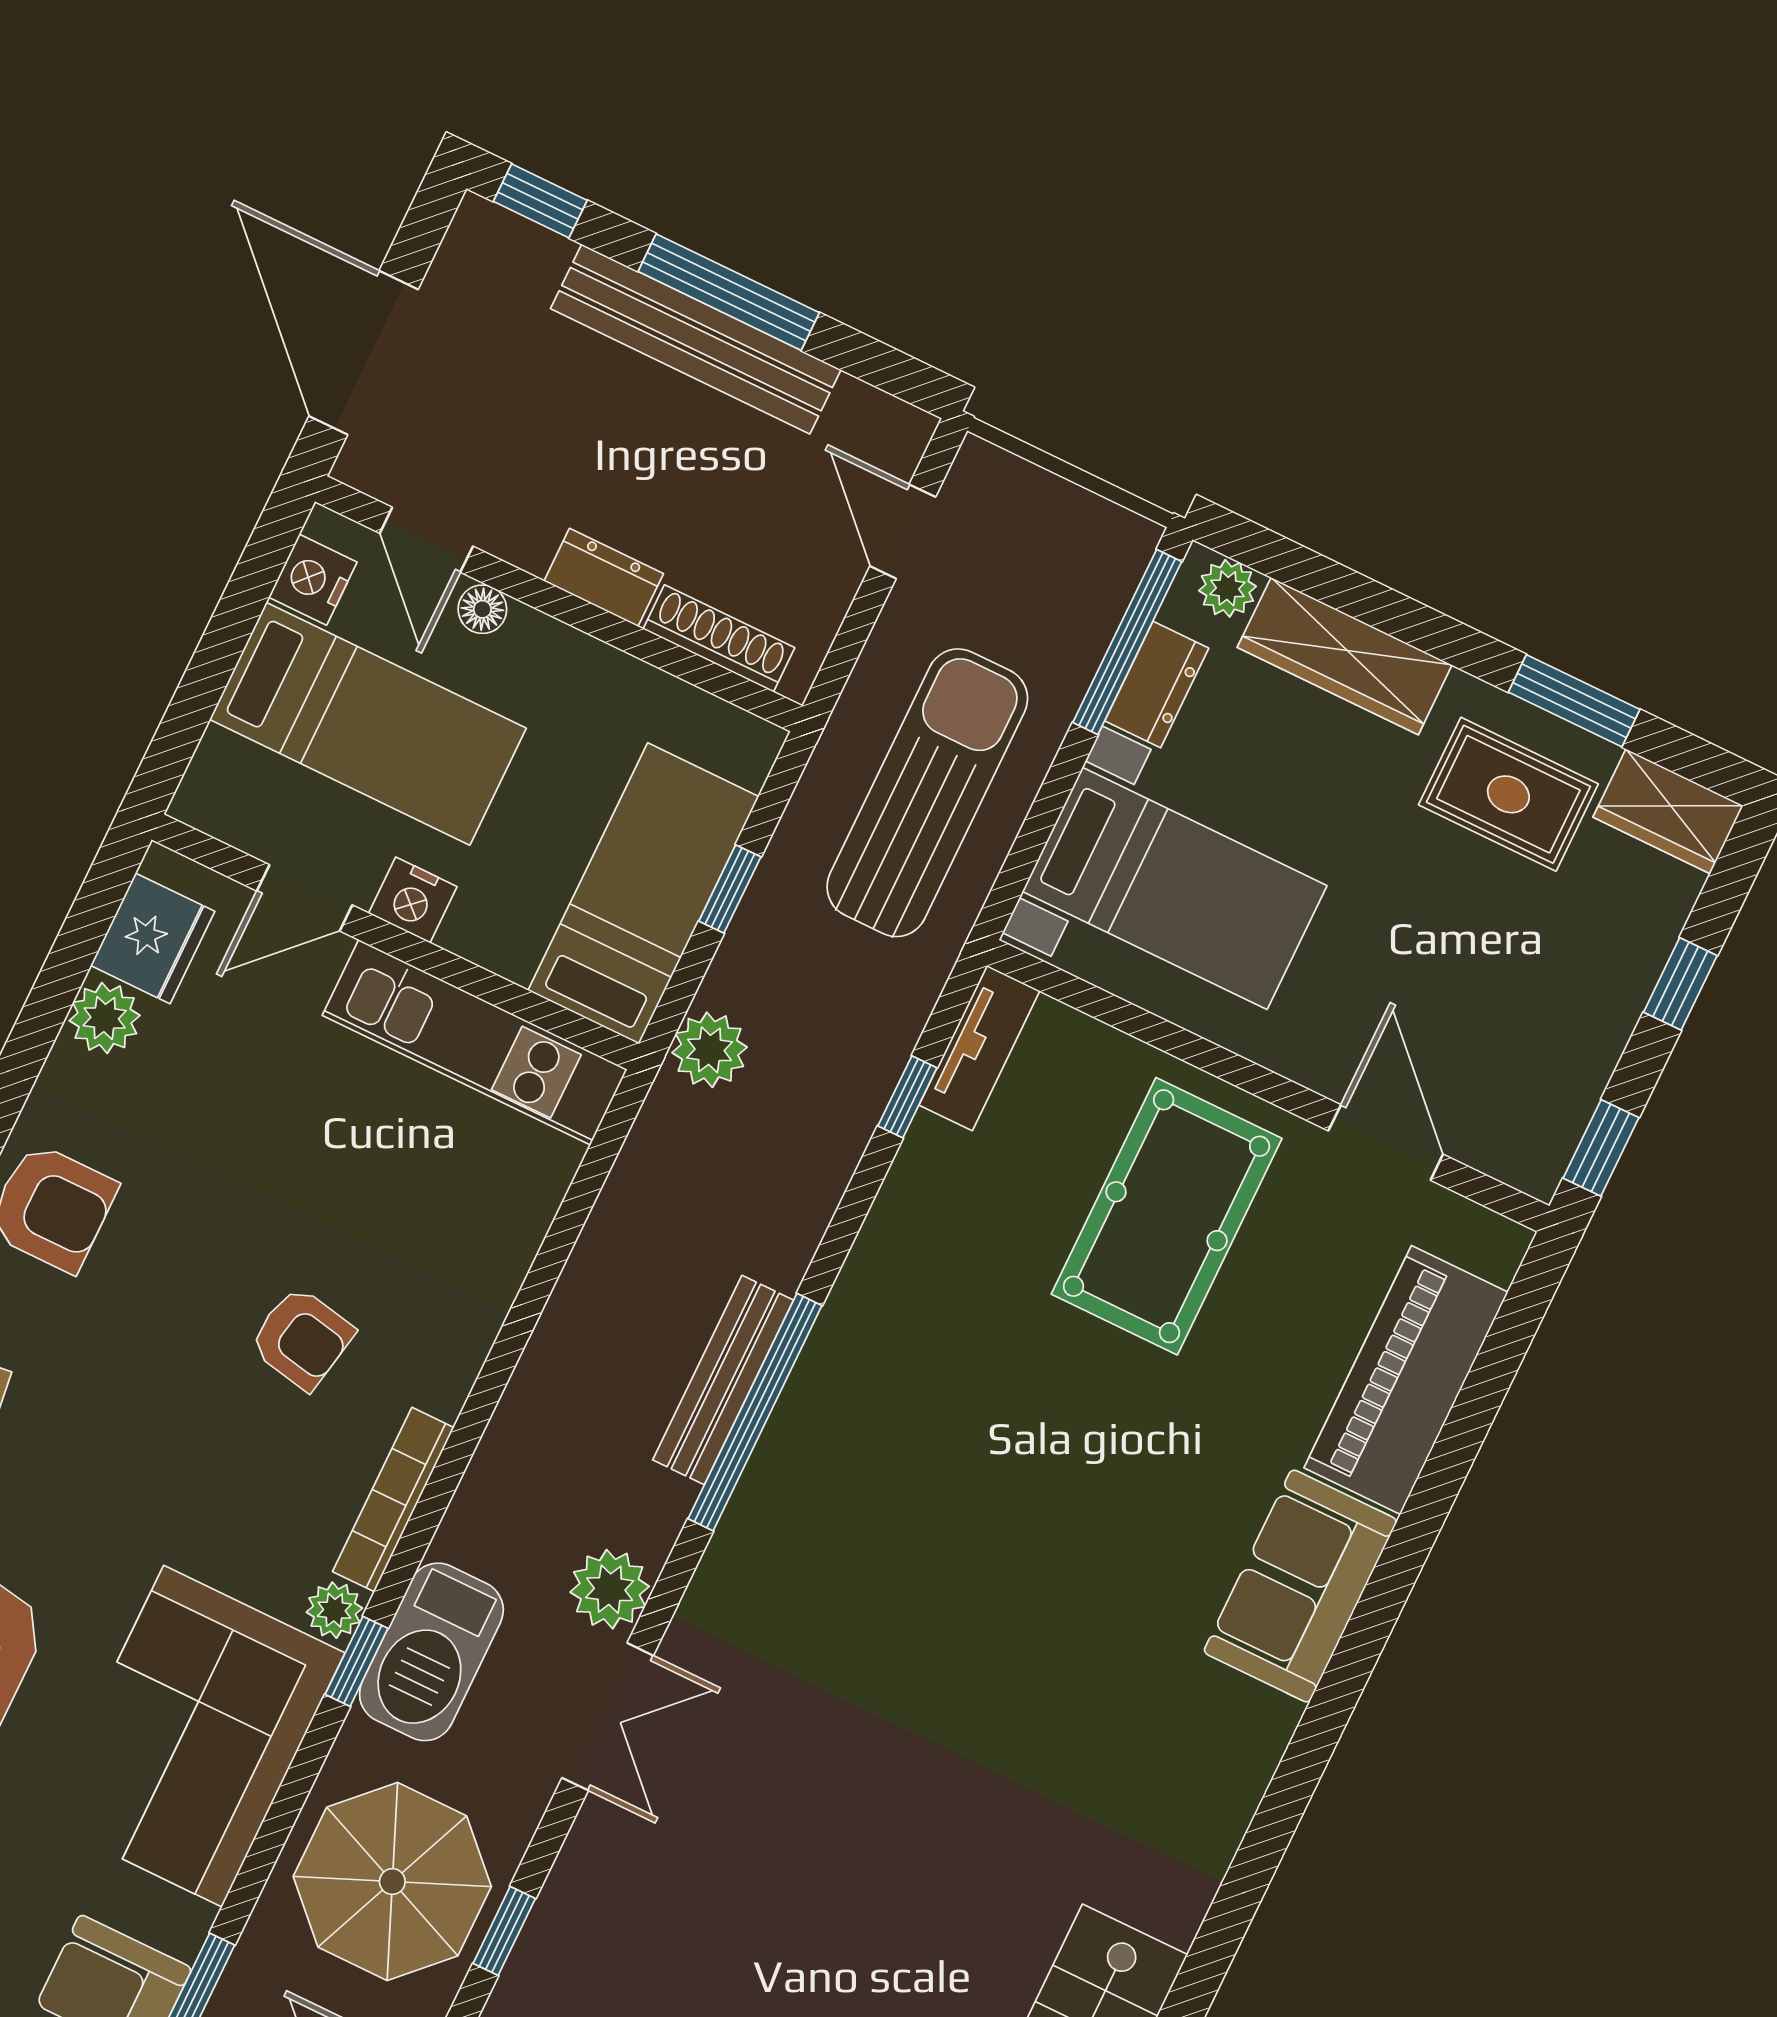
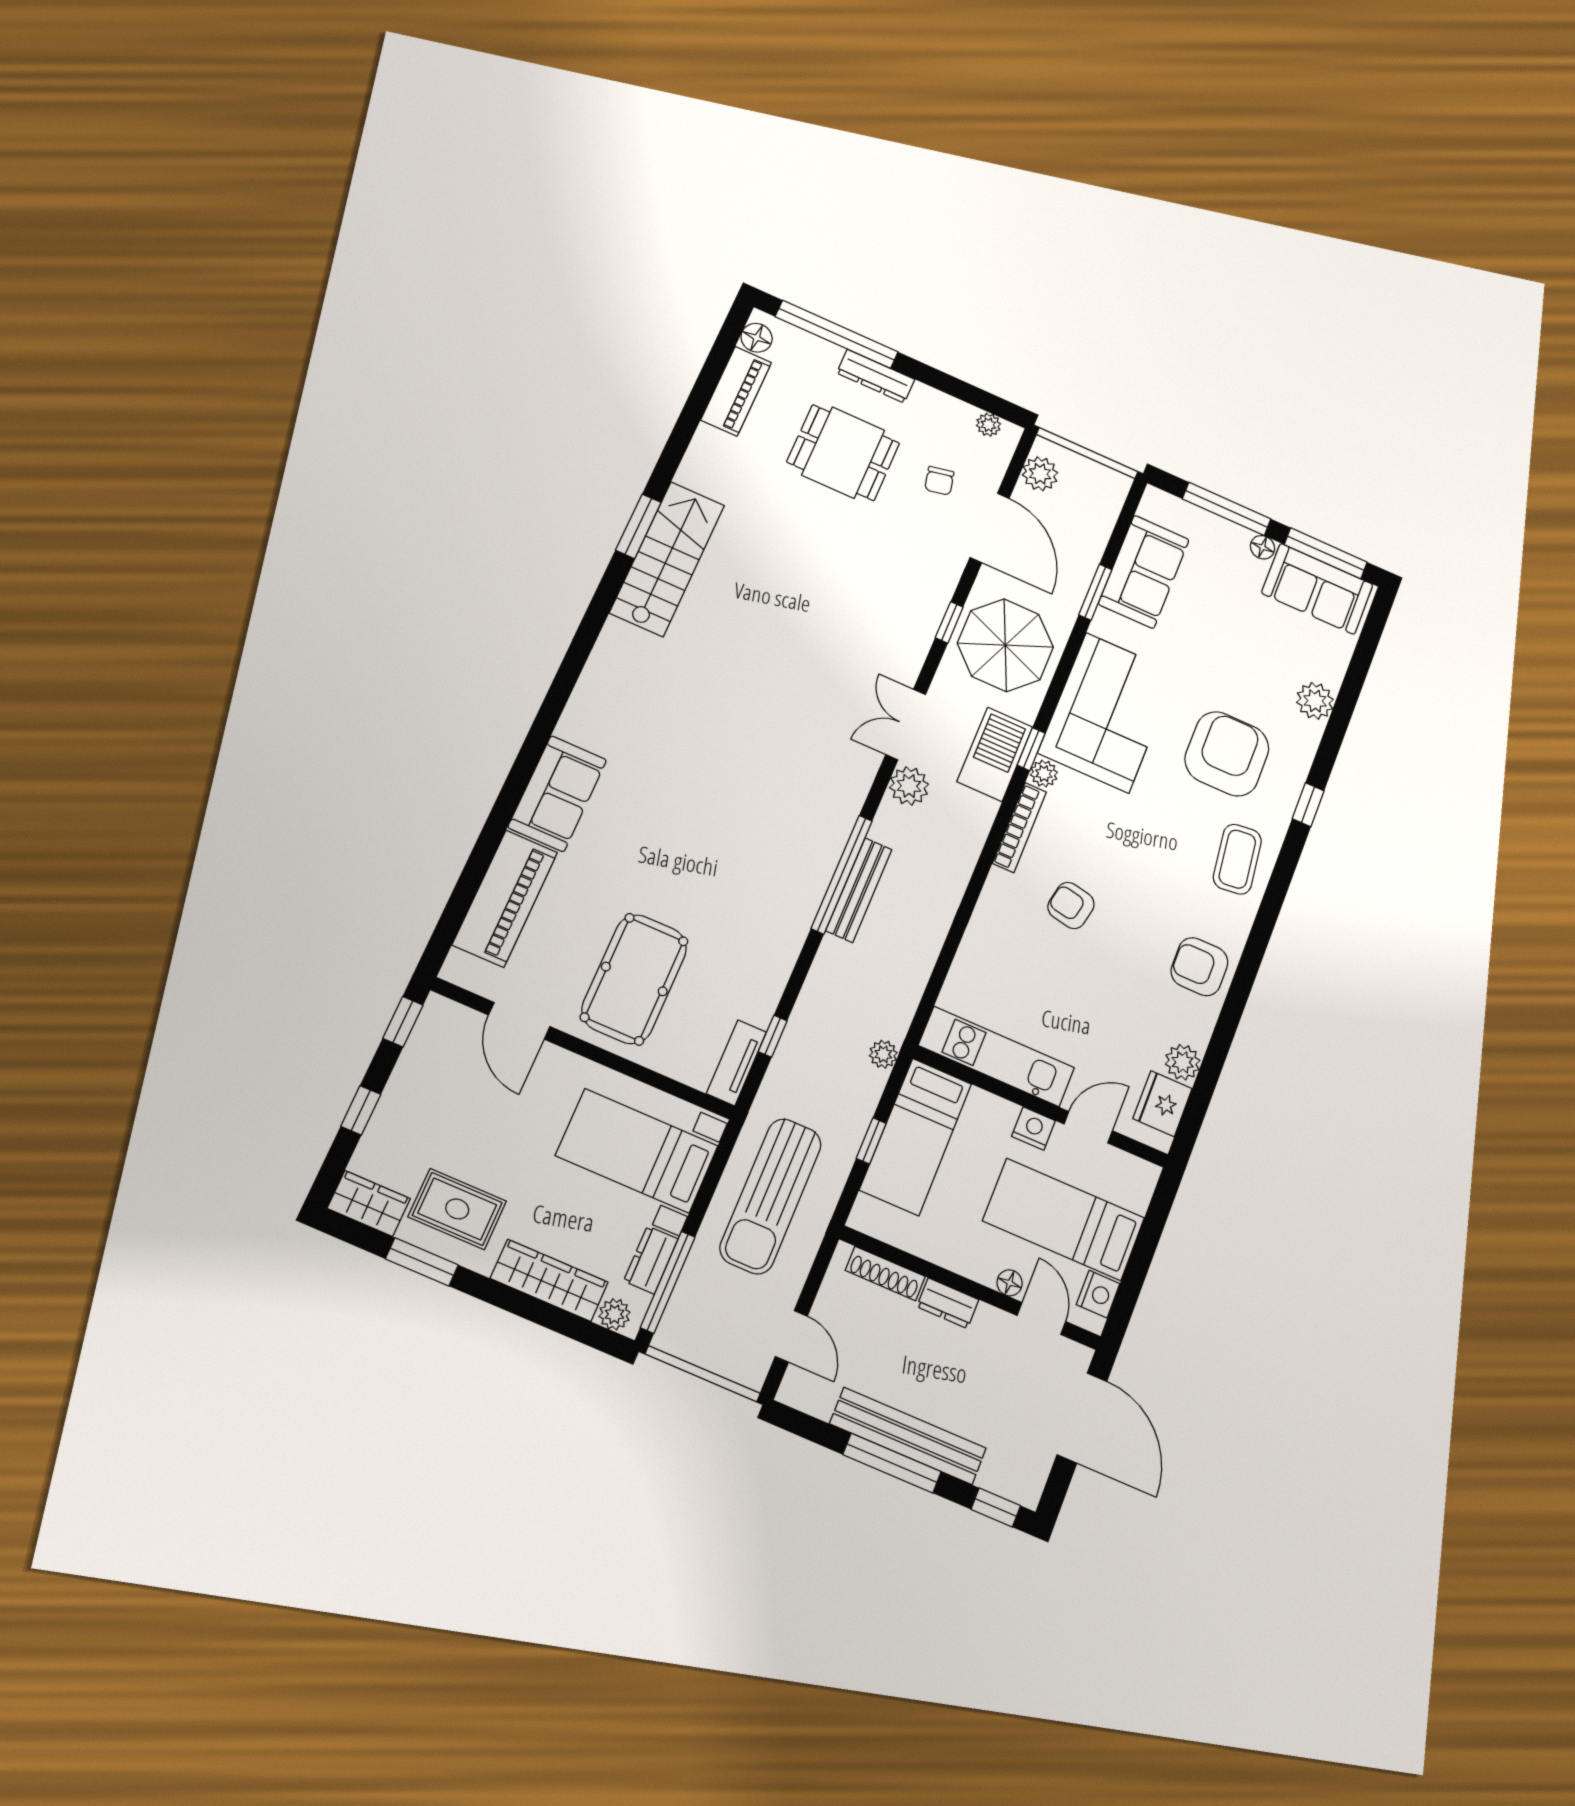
plant: (710, 1050) -> (883, 1054), width x0.73, depth x0.73

